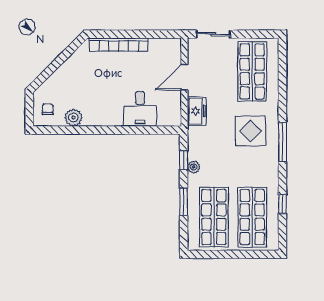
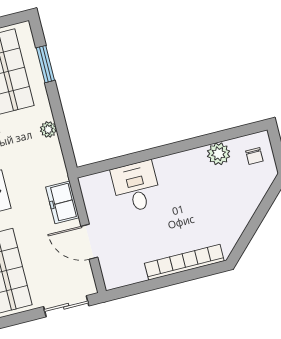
door: (184, 77) -> (89, 242), swing flipped
window: (184, 160) -> (63, 135), removed
window: (184, 202) -> (45, 64), moved

